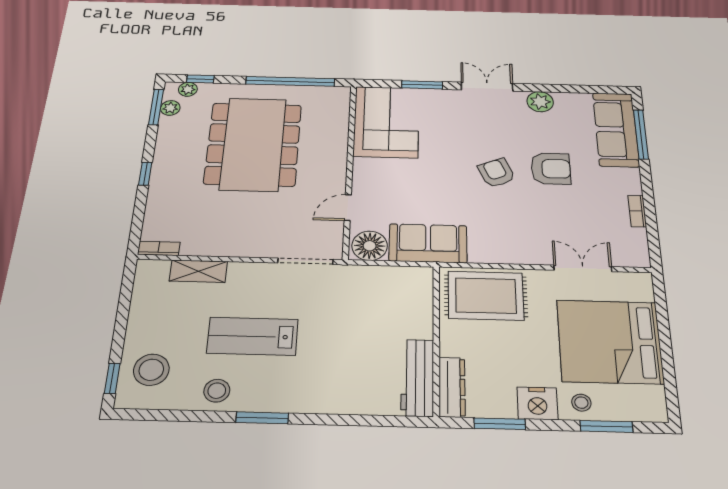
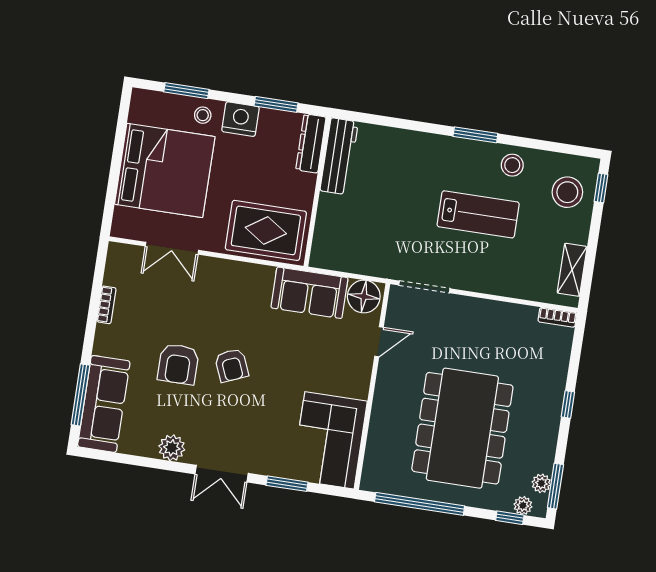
armchair: (551, 169) -> (178, 364), turned -90
shelving: (198, 271) -> (572, 270), moved, turned 90

